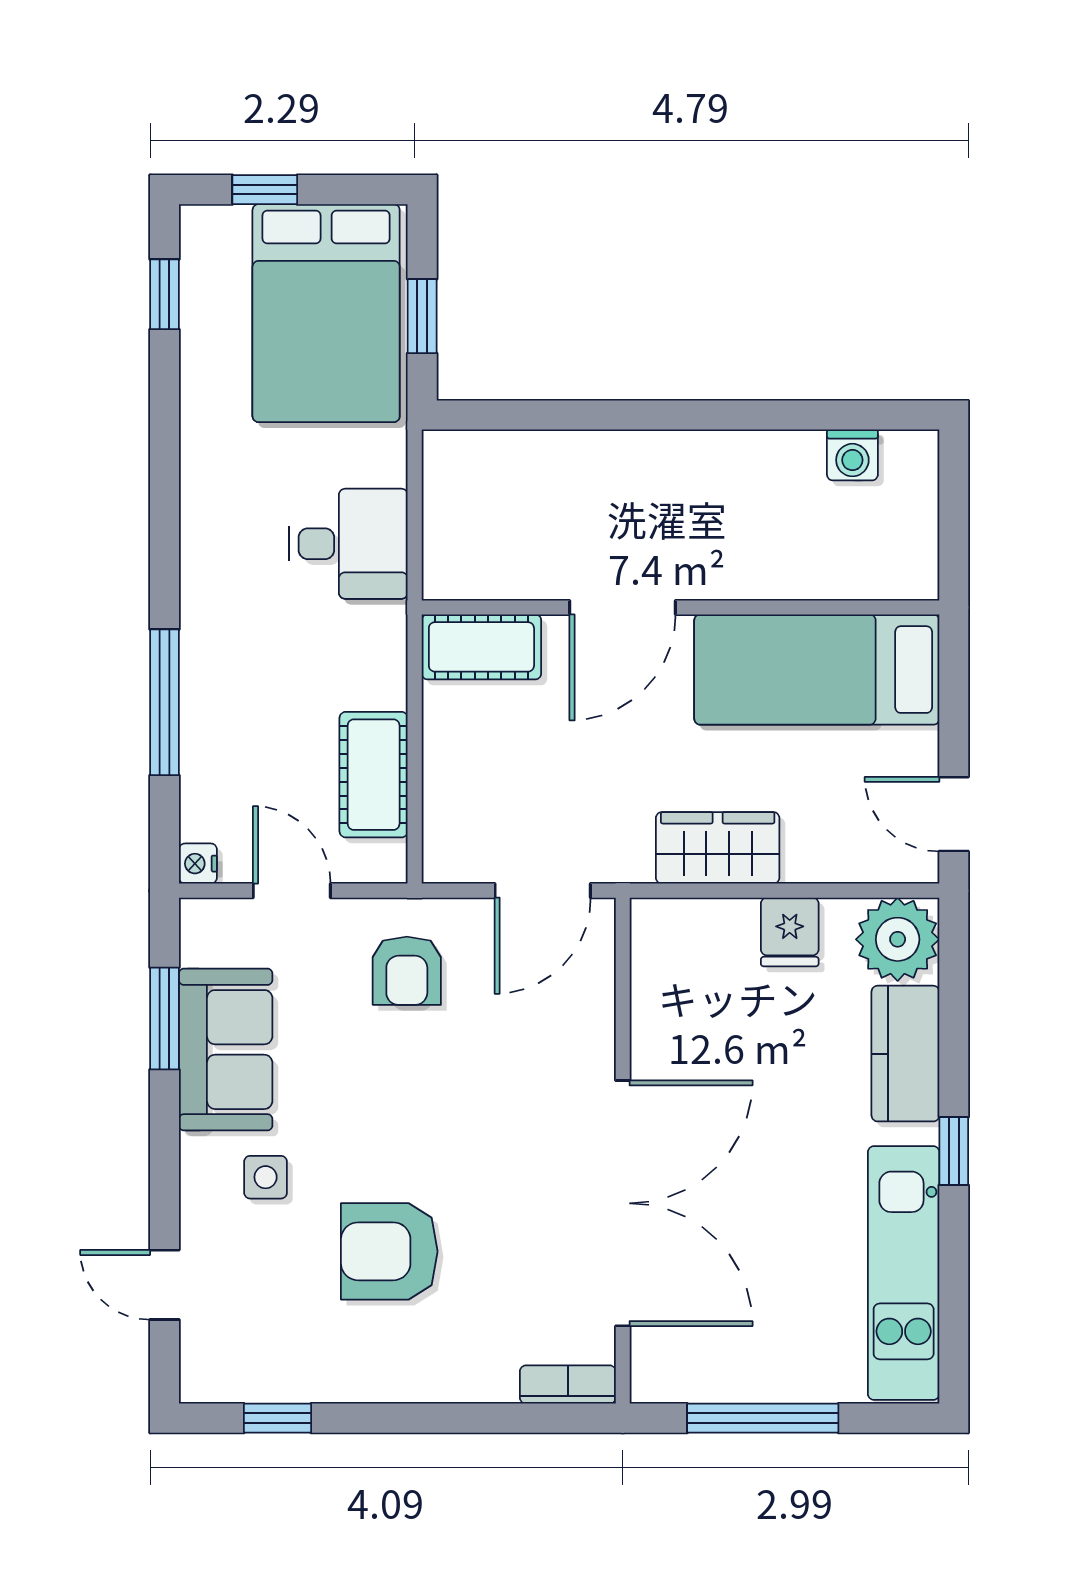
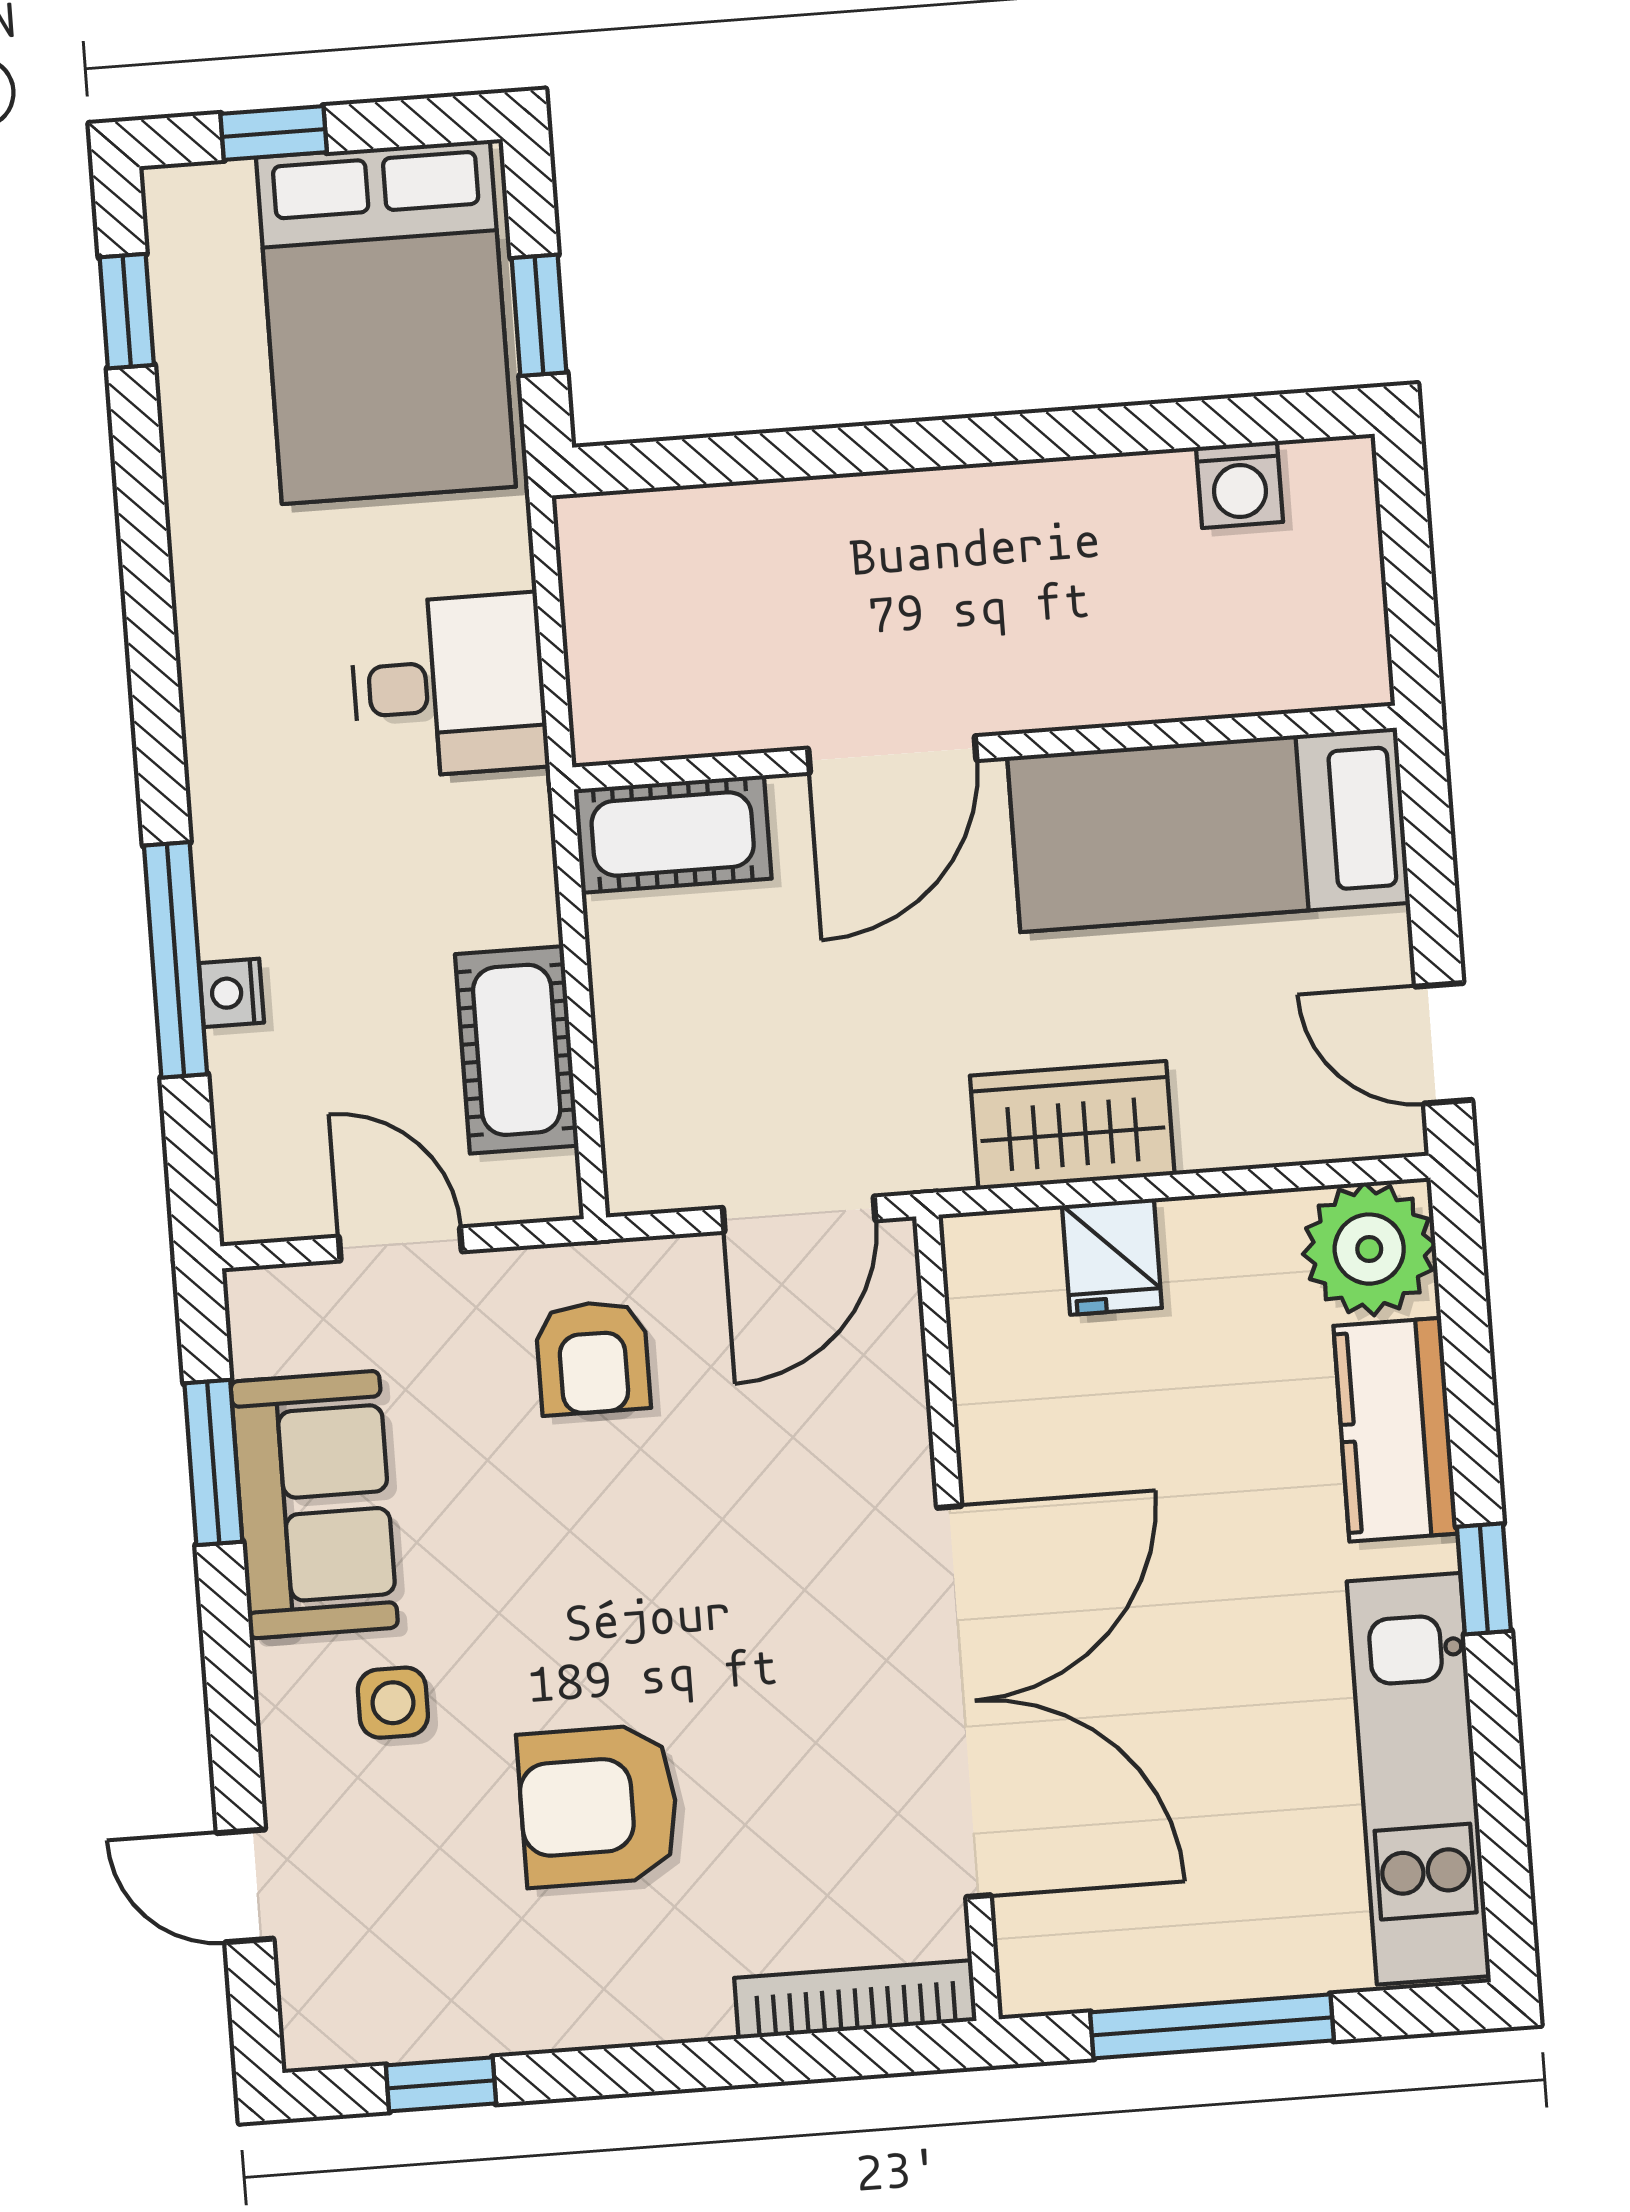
nightstand: (198, 864) -> (231, 993), moved
fridge: (790, 932) -> (1112, 1257), moved
bookcase: (568, 1385) -> (855, 1999), width x1.56

